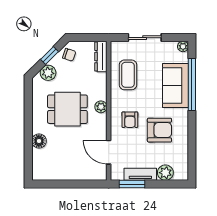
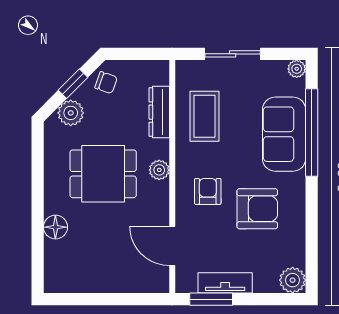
dresser: (101, 57) -> (159, 112), moved
armchair: (130, 120) -> (208, 191), turned 180
plant: (165, 173) -> (293, 280), moved

